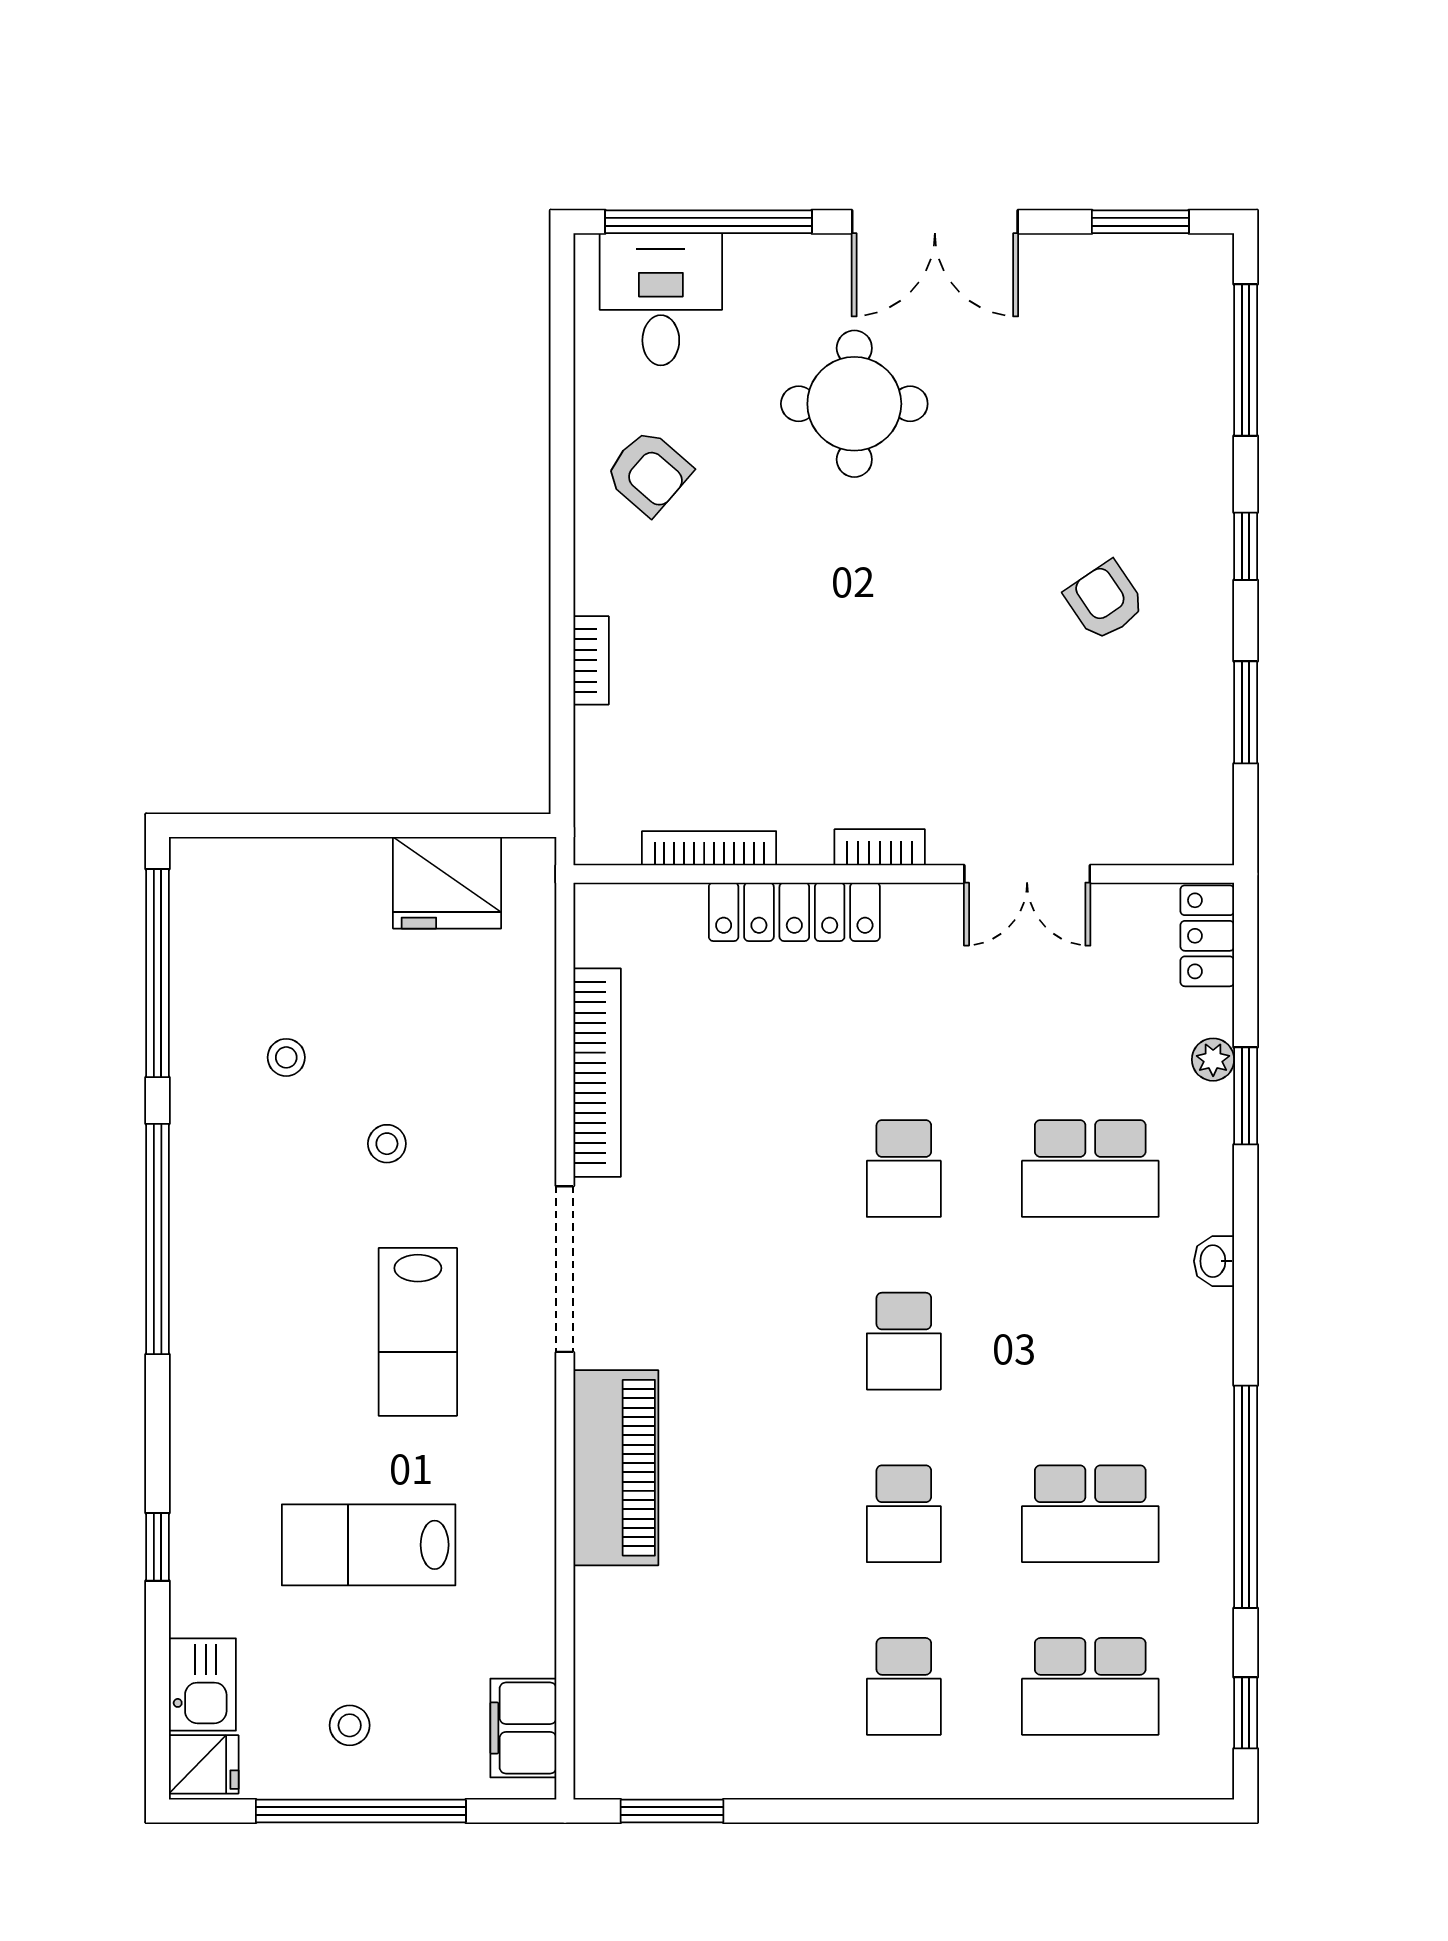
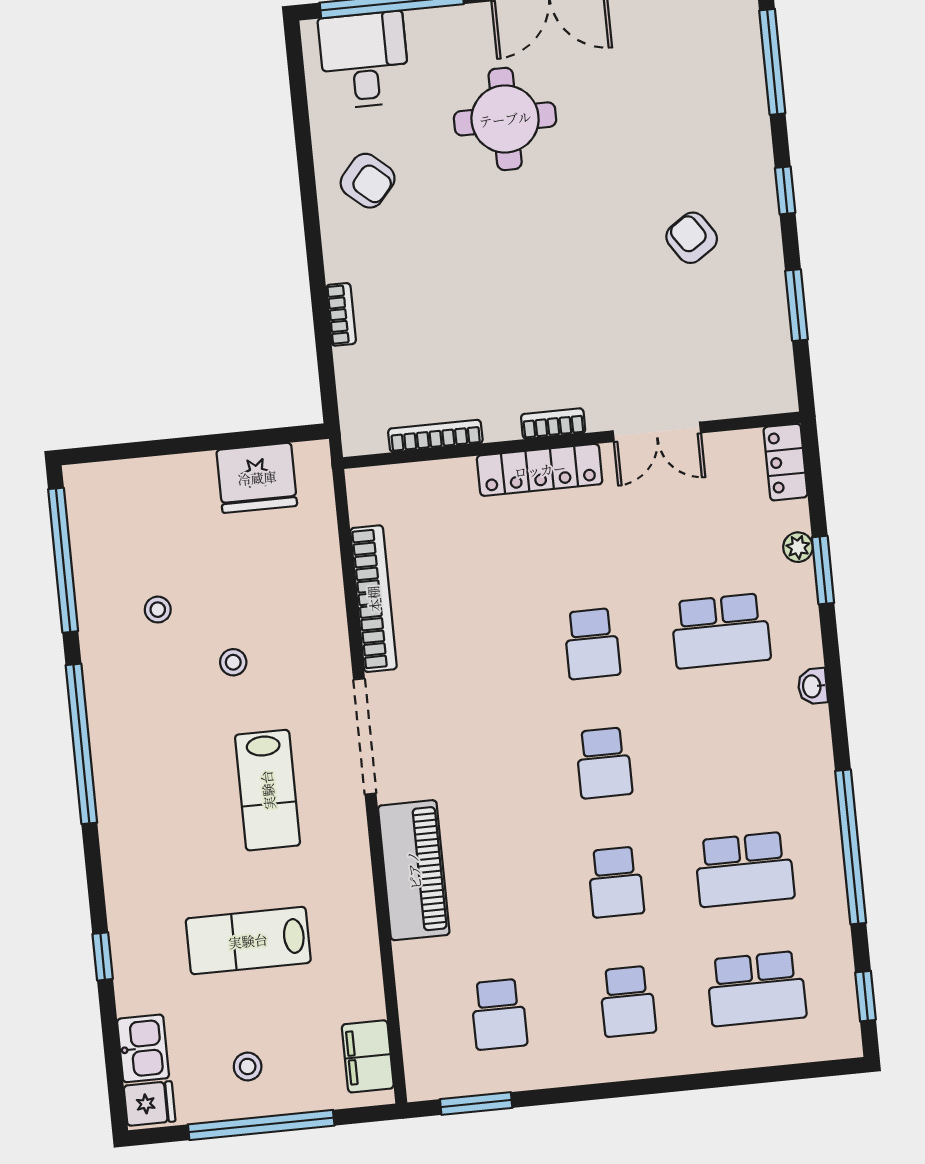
locker: (794, 912) -> (540, 470), moved
school desk: (717, 1686) -> (499, 1014), added

